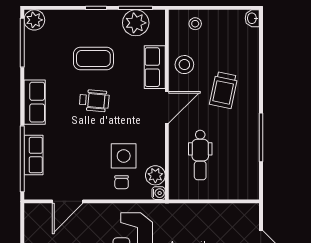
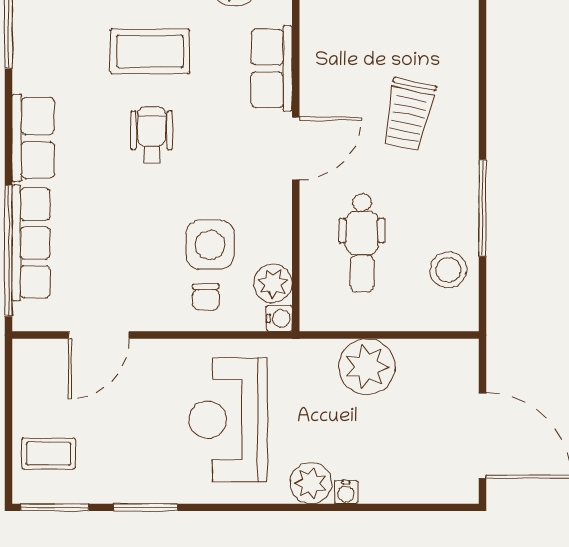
stool: (184, 65) -> (448, 270), moved
wheelchair: (94, 101) -> (152, 135), turned -95
row of seats: (34, 155) -> (31, 243), width x1.48
plant: (203, 217) -> (367, 367), added

